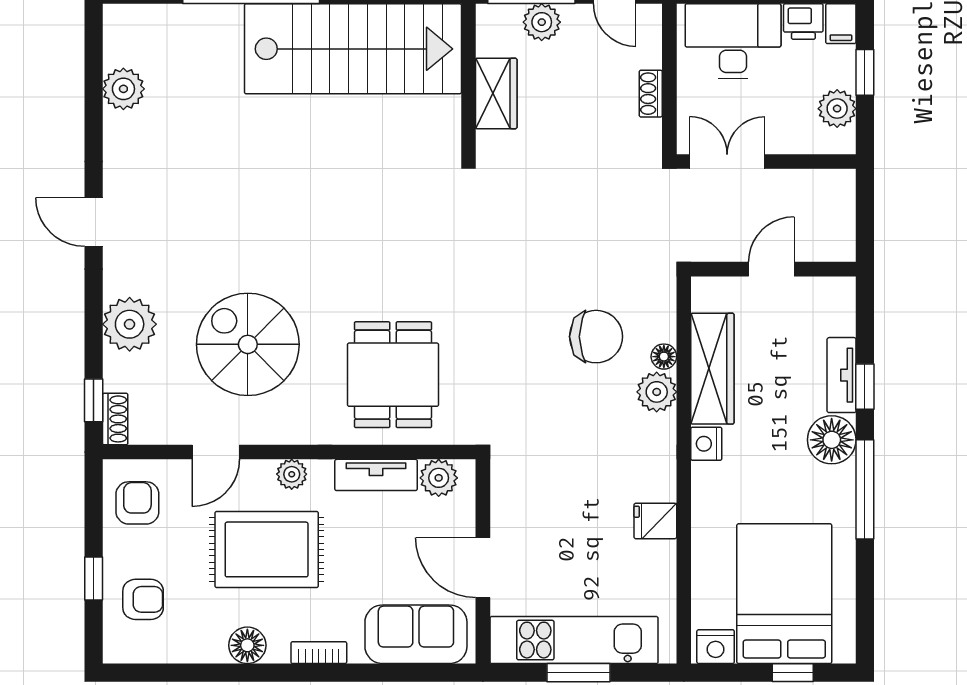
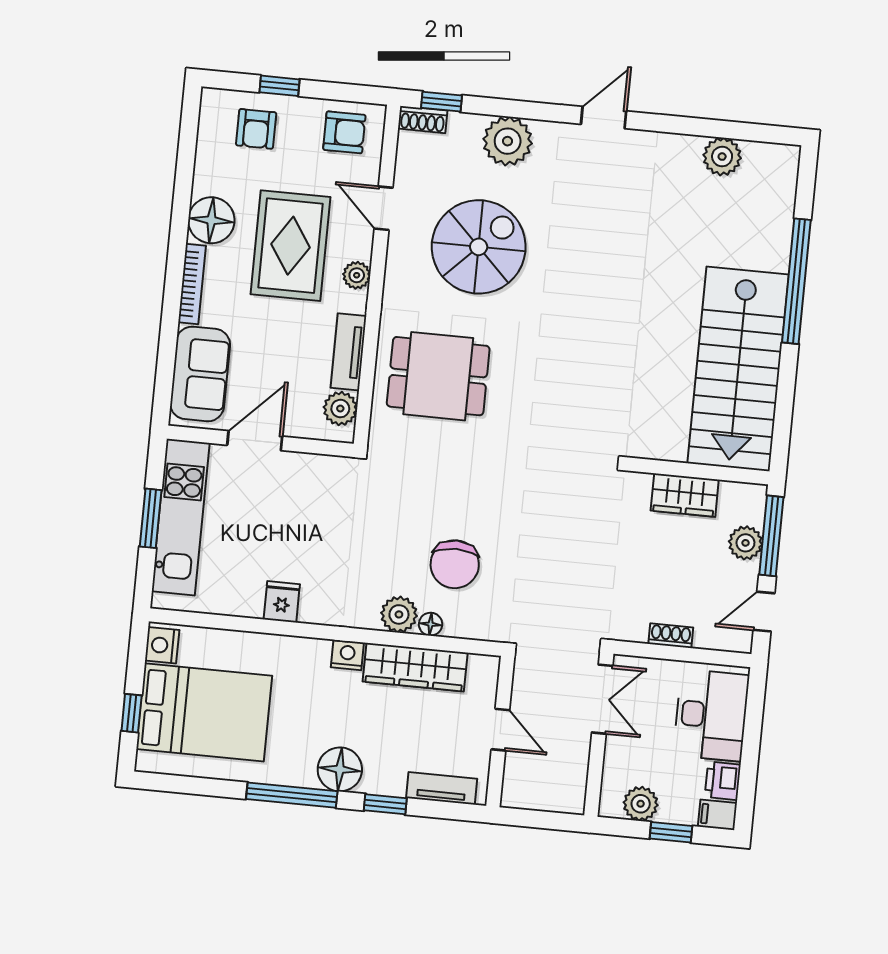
tv unit: (842, 375) -> (442, 788), moved
floor lamp: (247, 645) -> (211, 220), width x1.38, depth x1.38
bookcase: (319, 653) -> (192, 284), width x1.56

